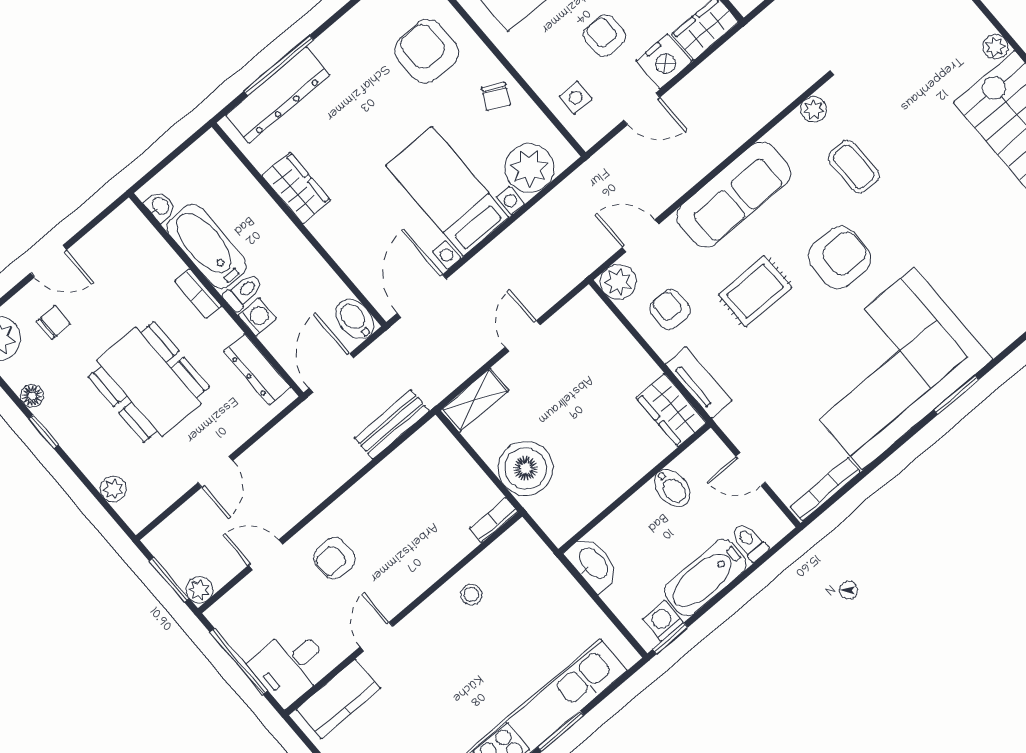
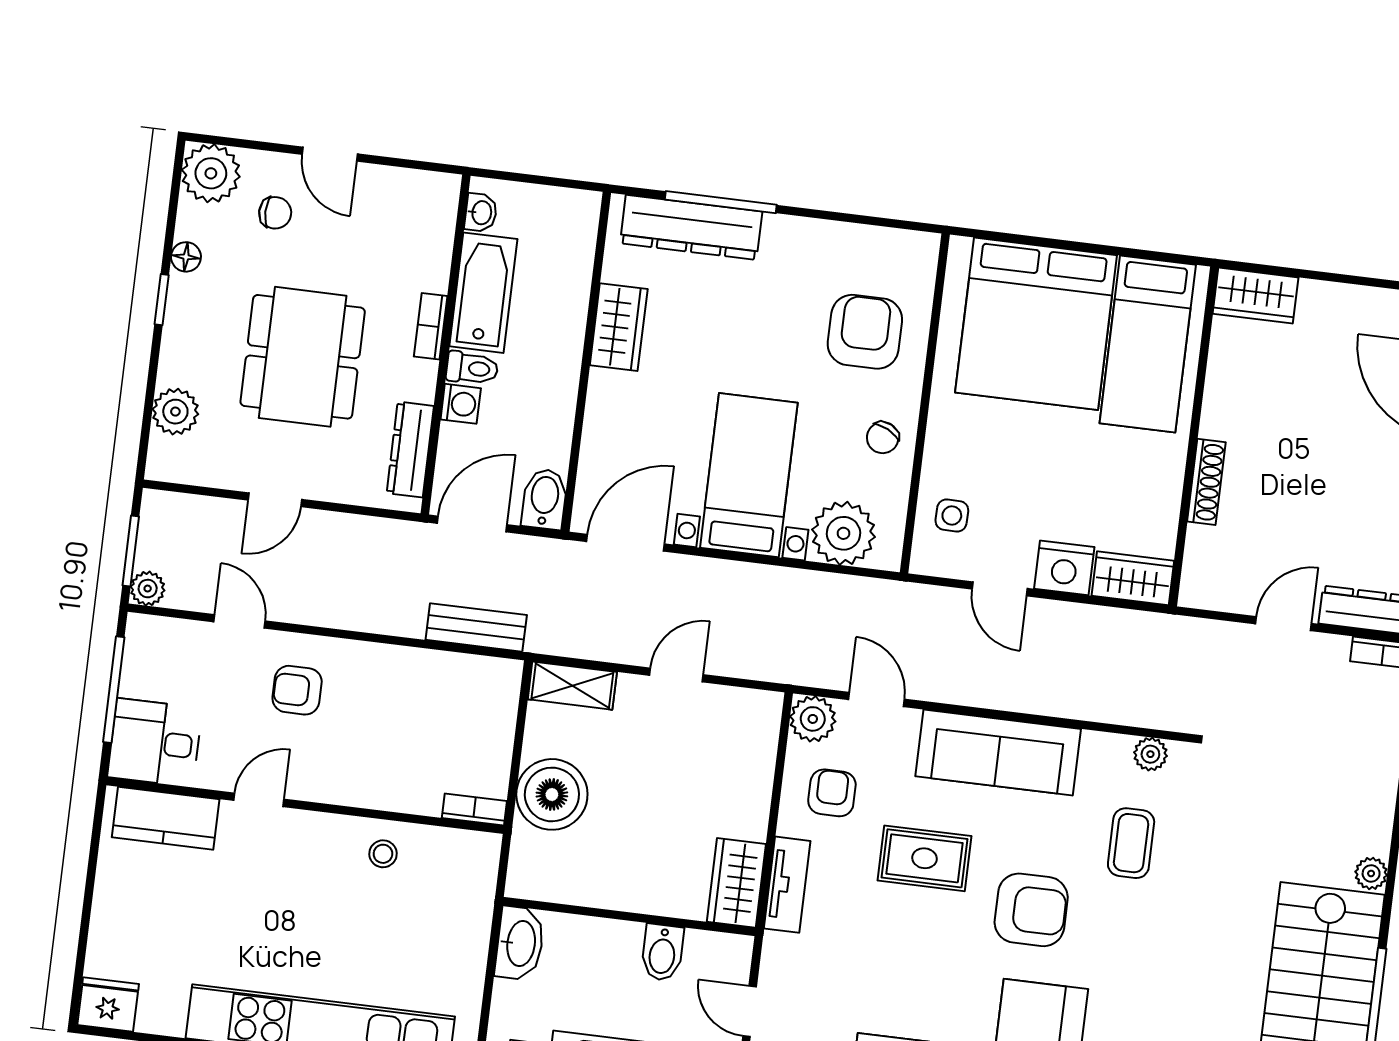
armchair: (604, 36) -> (1037, 488), removed
plant: (113, 489) -> (175, 412), width x1.38, depth x1.38

